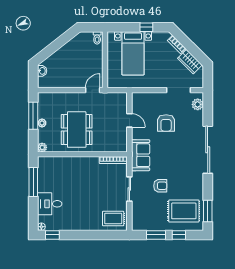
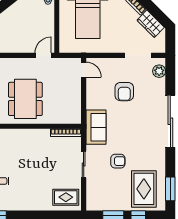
door: (129, 120) -> (84, 70), moved
rug: (184, 211) -> (144, 189), turned 90

